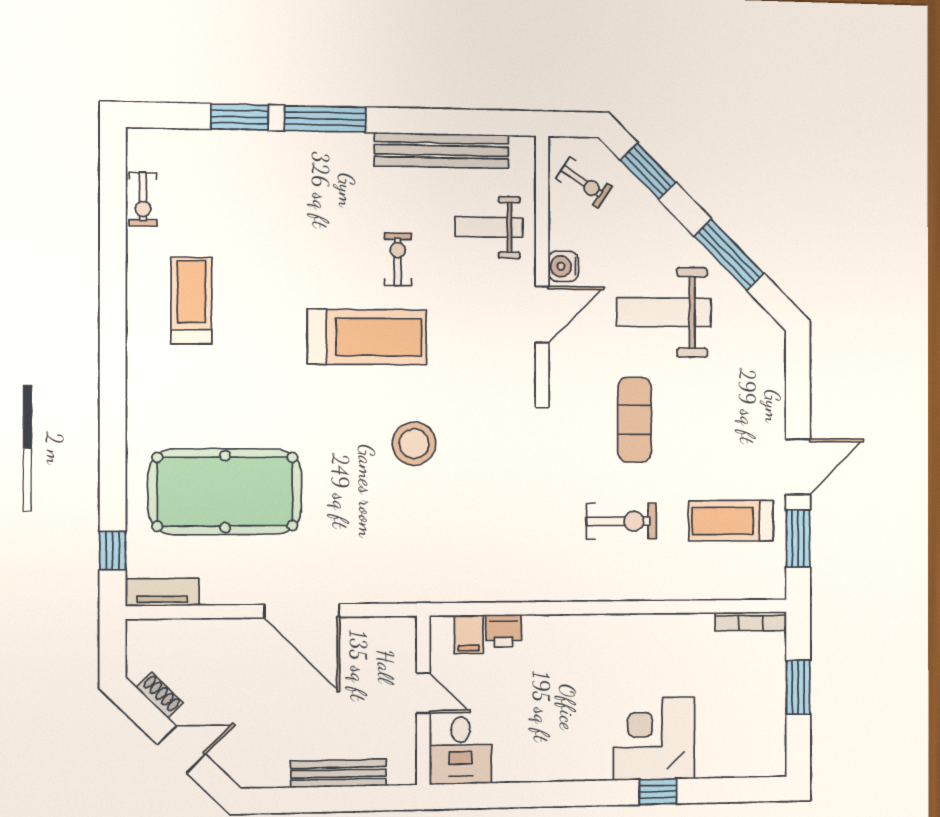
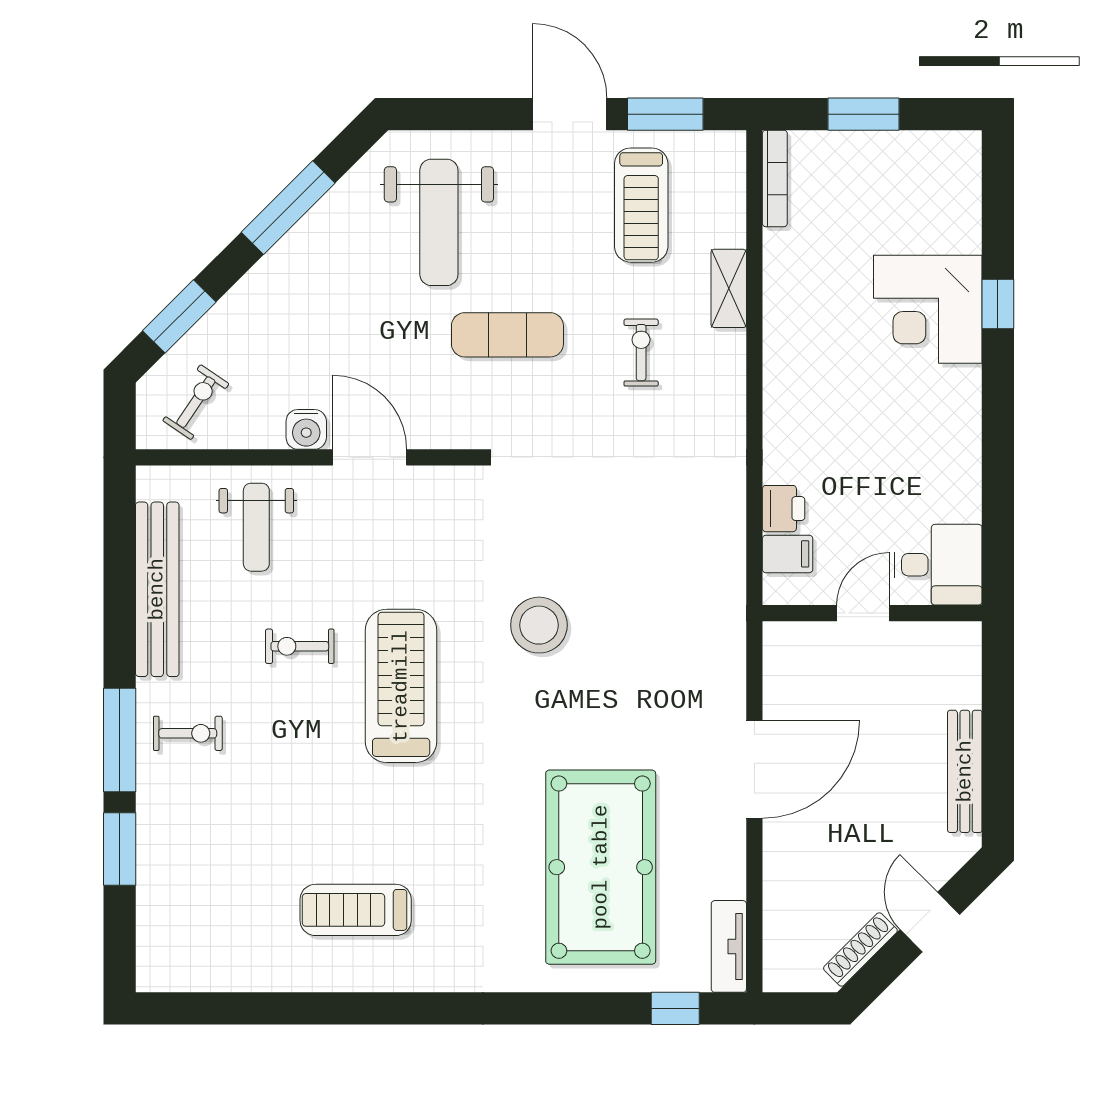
exercise bike: (143, 199) -> (188, 733), moved
weight bench: (664, 312) -> (439, 222), moved
exercise bike: (621, 521) -> (641, 353), width x0.73, depth x0.72
shelving: (669, 587) -> (729, 288), added
shoe rack: (160, 695) -> (860, 949), width x1.43
bench: (338, 773) -> (965, 771), moved

